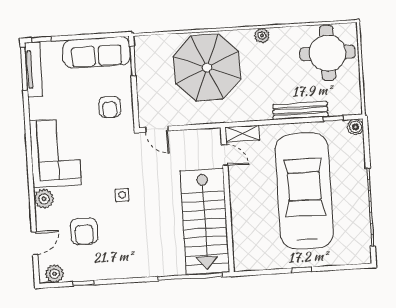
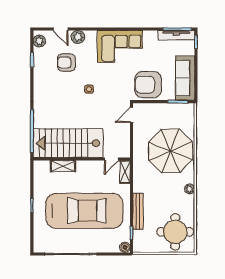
armchair: (110, 107) -> (148, 85), width x1.88, depth x1.88
plant: (44, 199) -> (78, 37), moved
shelving: (240, 227) -> (63, 166), added

